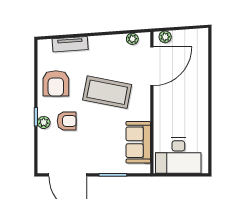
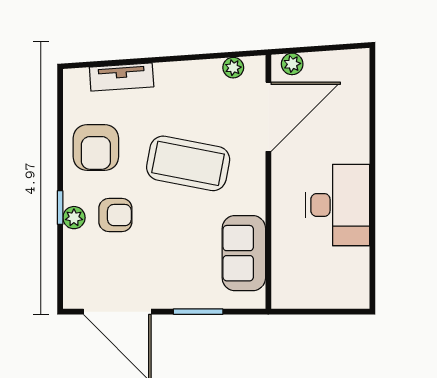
desk: (178, 155) -> (338, 205), moved, turned -90

